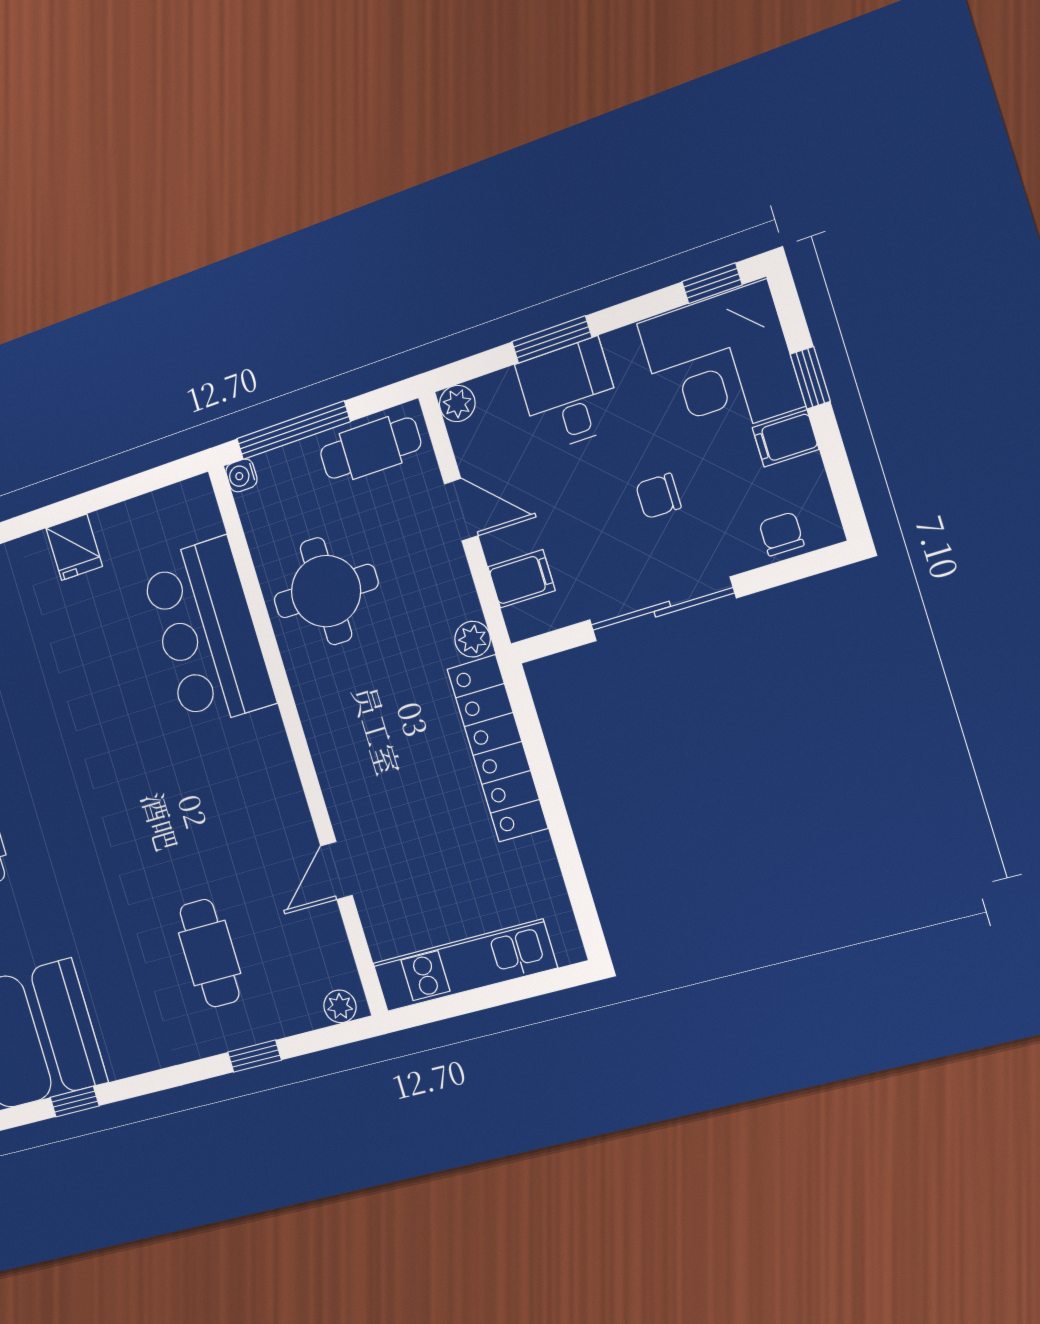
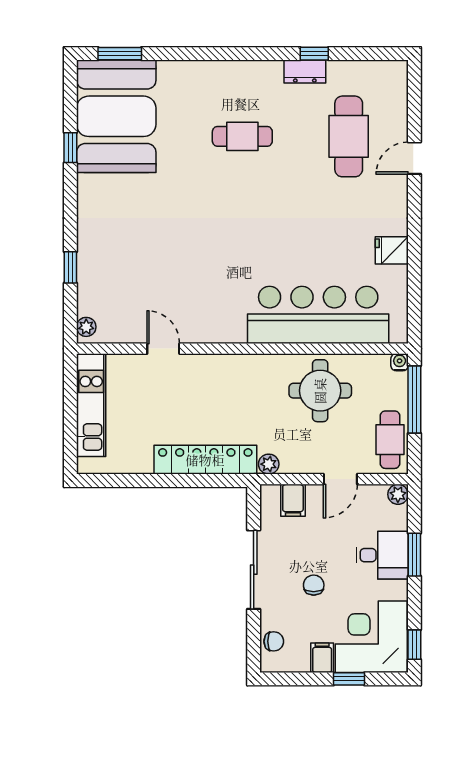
bar counter: (208, 633) -> (318, 315), width x1.36
cafe table: (210, 953) -> (136, 259), removed

